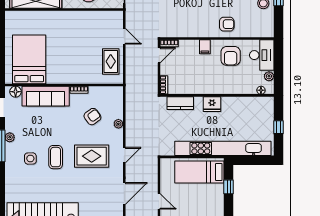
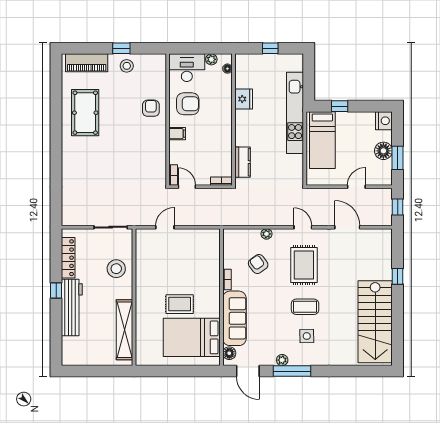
rug: (111, 61) -> (180, 304), moved
fridge: (212, 104) -> (244, 99), moved
kitchen unit: (223, 148) -> (295, 113), width x0.73

